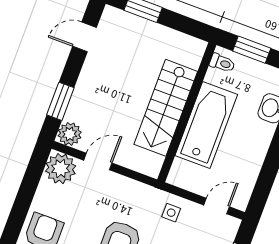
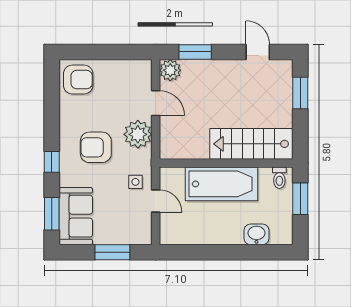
stairs: (166, 108) -> (251, 144), moved
plant: (61, 169) -> (138, 134), moved
door: (217, 206) -> (156, 201), moved

